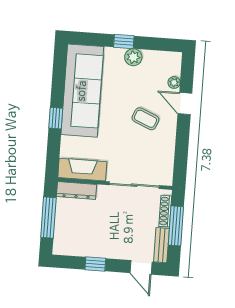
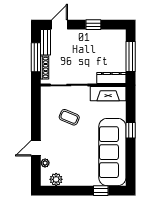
window: (124, 41) -> (101, 191), moved
plant: (133, 57) -> (56, 179), moved
door: (185, 103) -> (36, 148), swing flipped
coffee table: (145, 119) -> (69, 117), moved
door: (141, 267) -> (59, 25), hinge flipped

